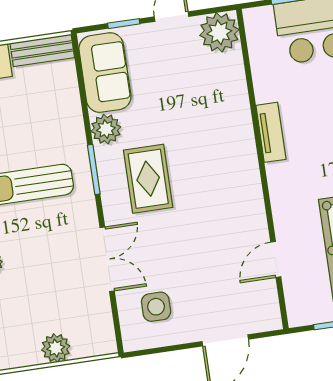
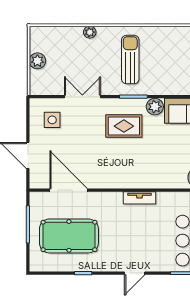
double door: (107, 259) -> (82, 97), swing flipped
door: (276, 259) -> (69, 190), width x1.87

